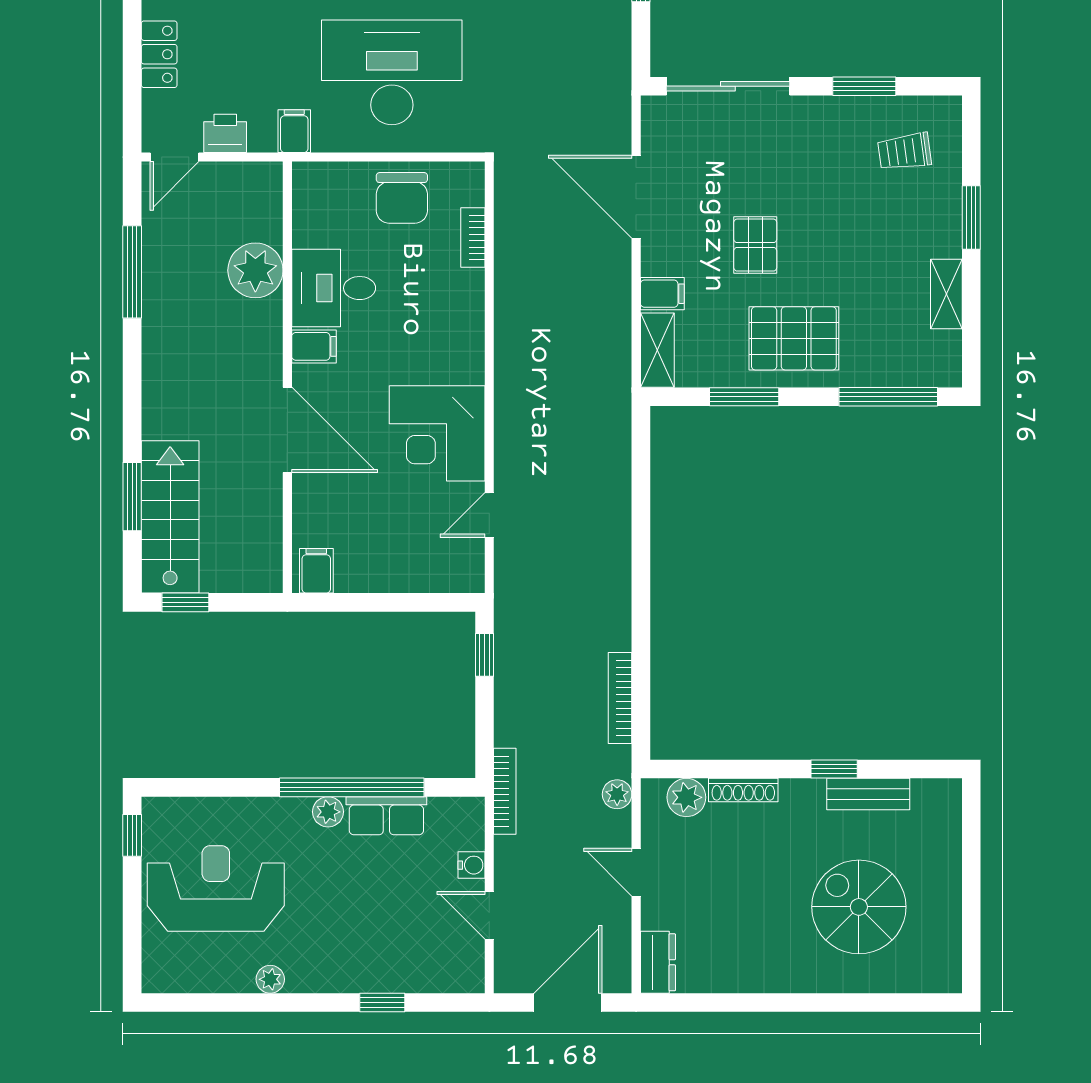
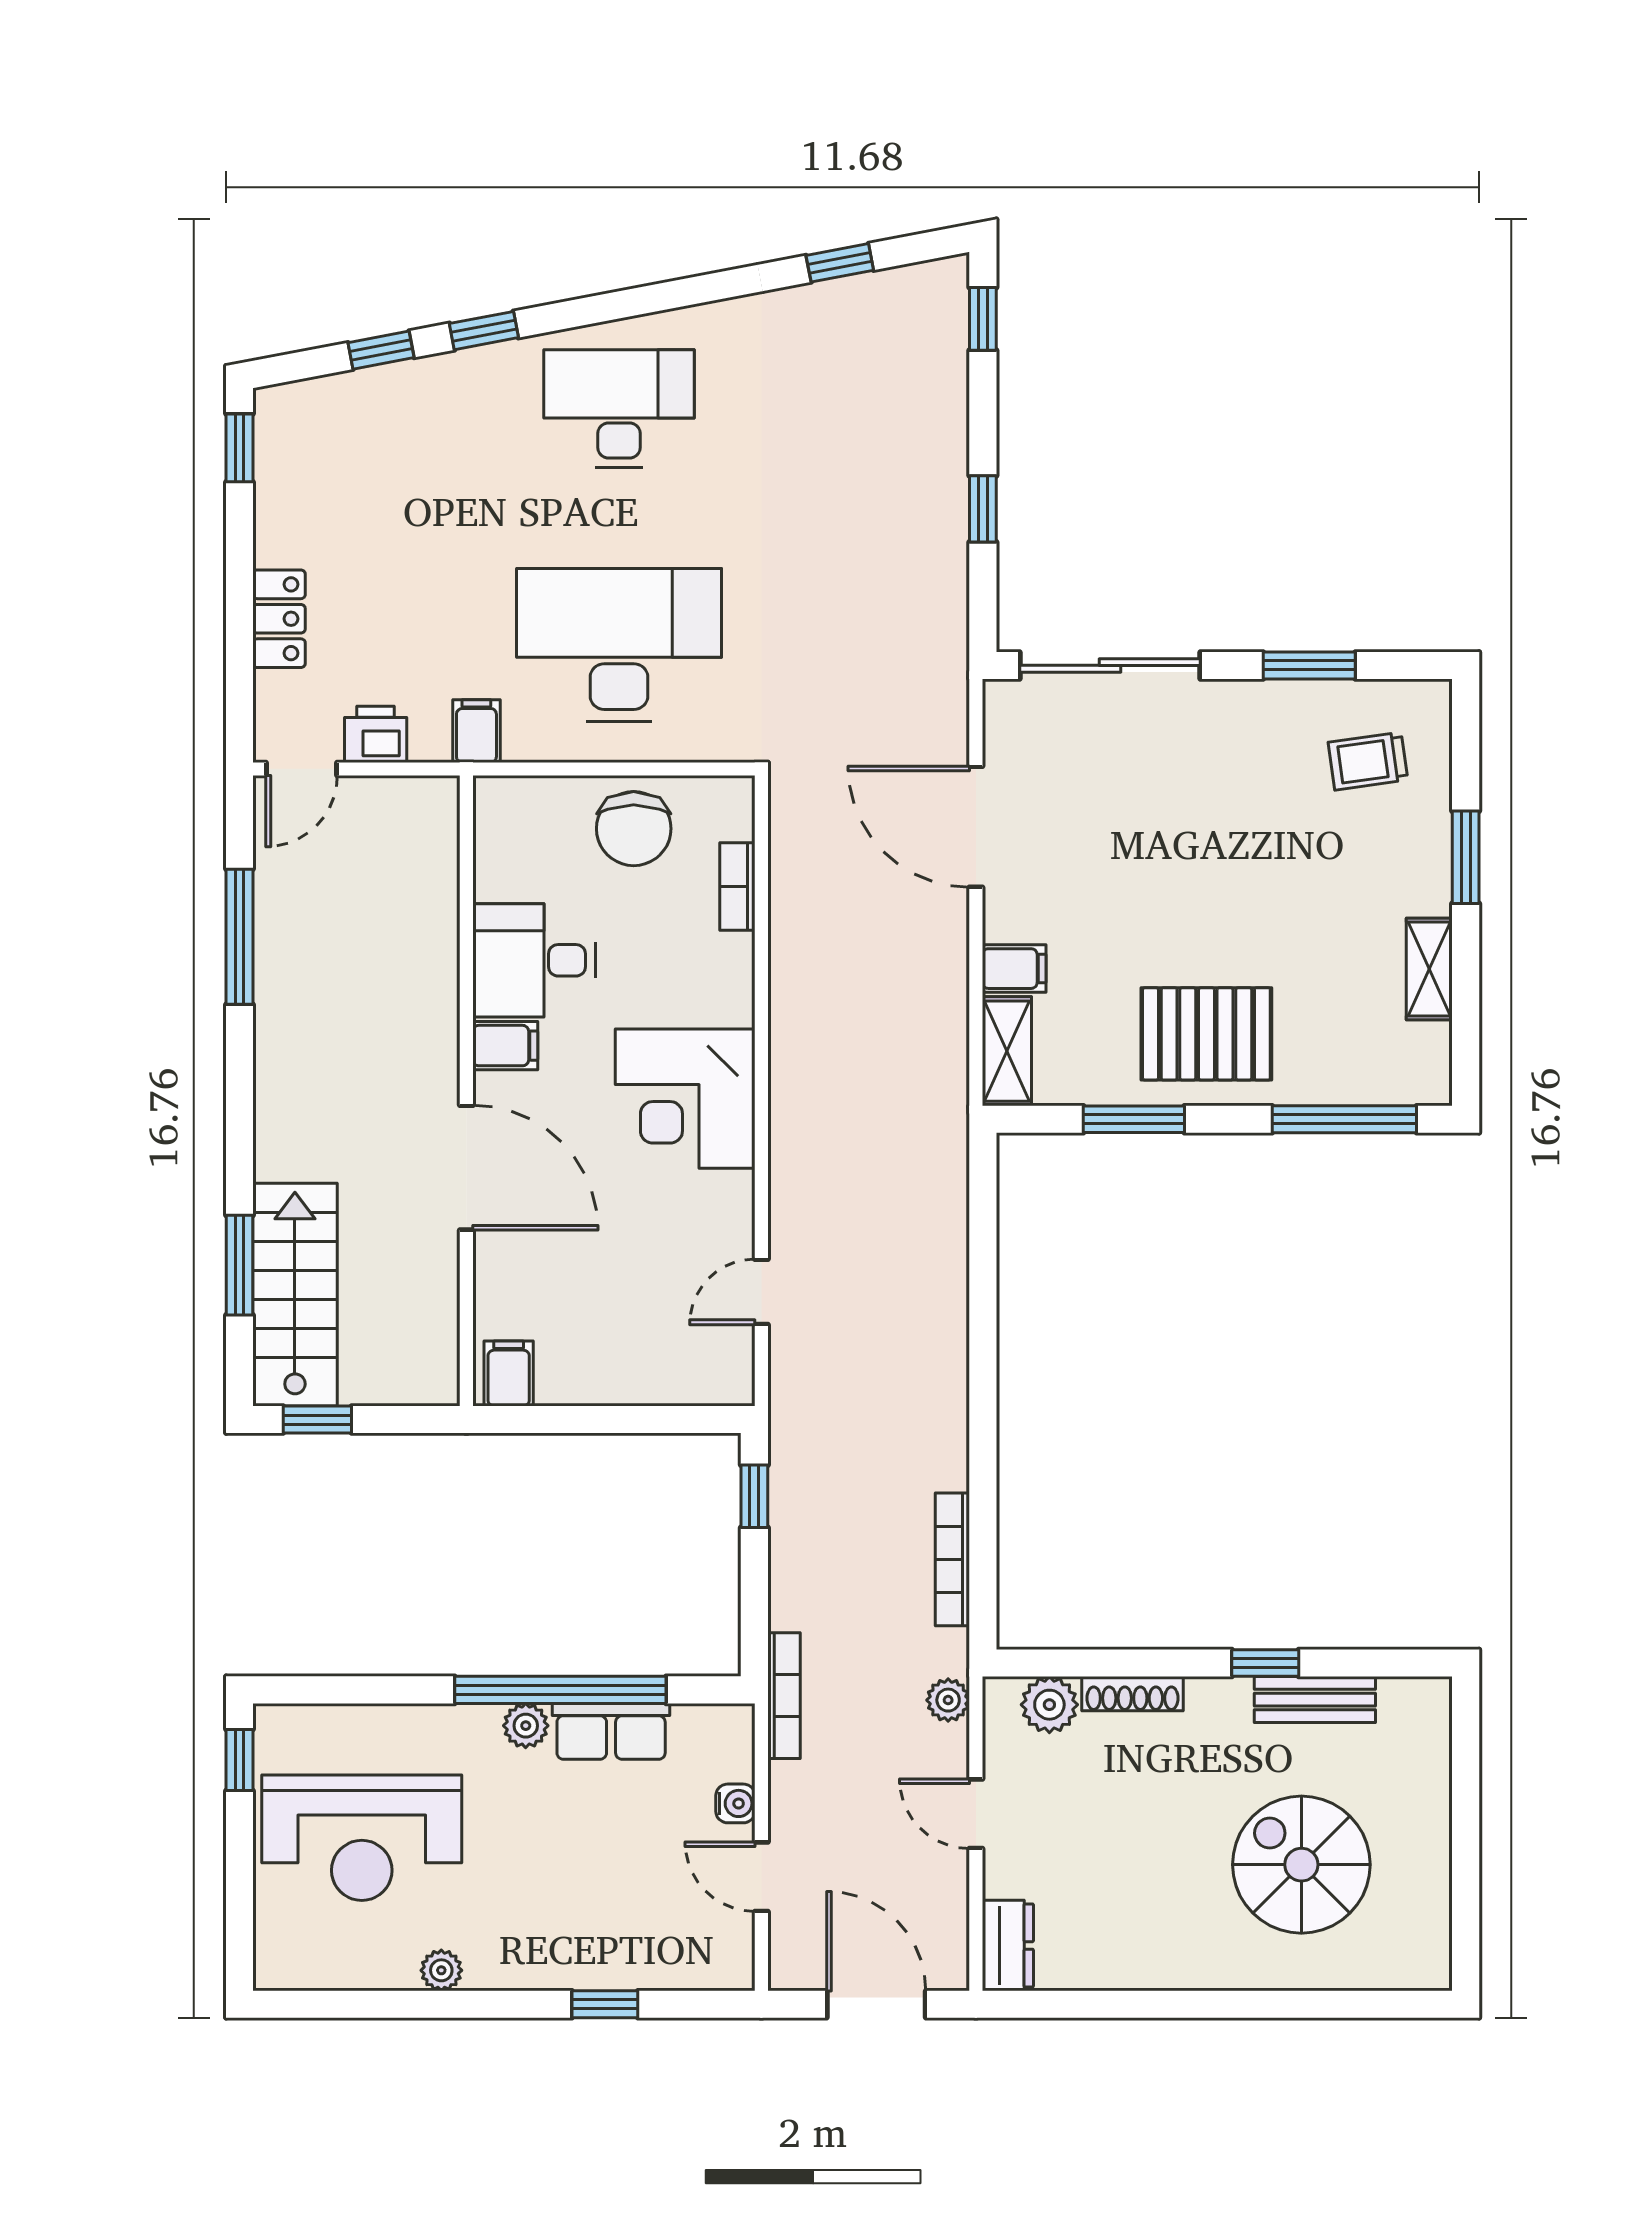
pallet: (755, 245) -> (1150, 897), removed
plant: (255, 270) -> (420, 935), removed
corner desk: (437, 433) -> (685, 1099), moved
reception desk: (216, 889) -> (362, 1838), turned 180
door: (568, 1002) -> (876, 2004), hinge flipped

